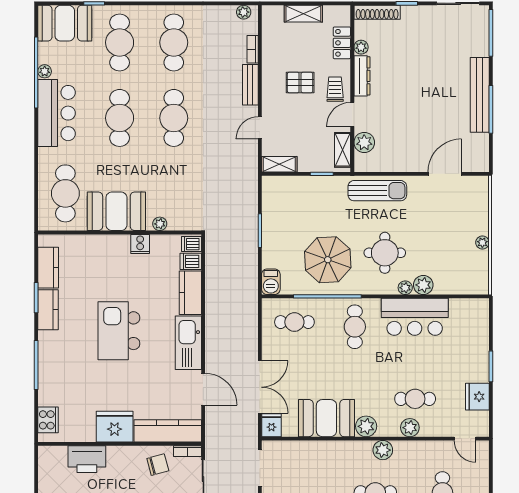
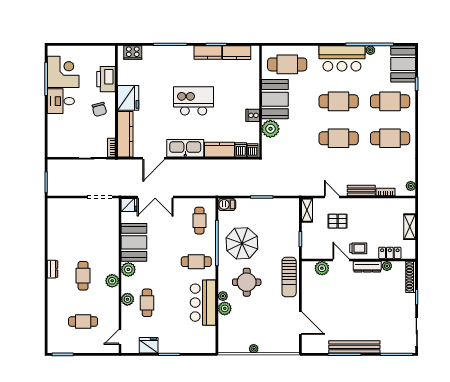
pallet: (300, 83) -> (338, 221), moved, turned 90
shelving: (343, 150) -> (317, 253), removed
plant: (160, 224) -> (270, 129), width x1.88, depth x1.88
chair: (158, 465) -> (99, 109), moved

